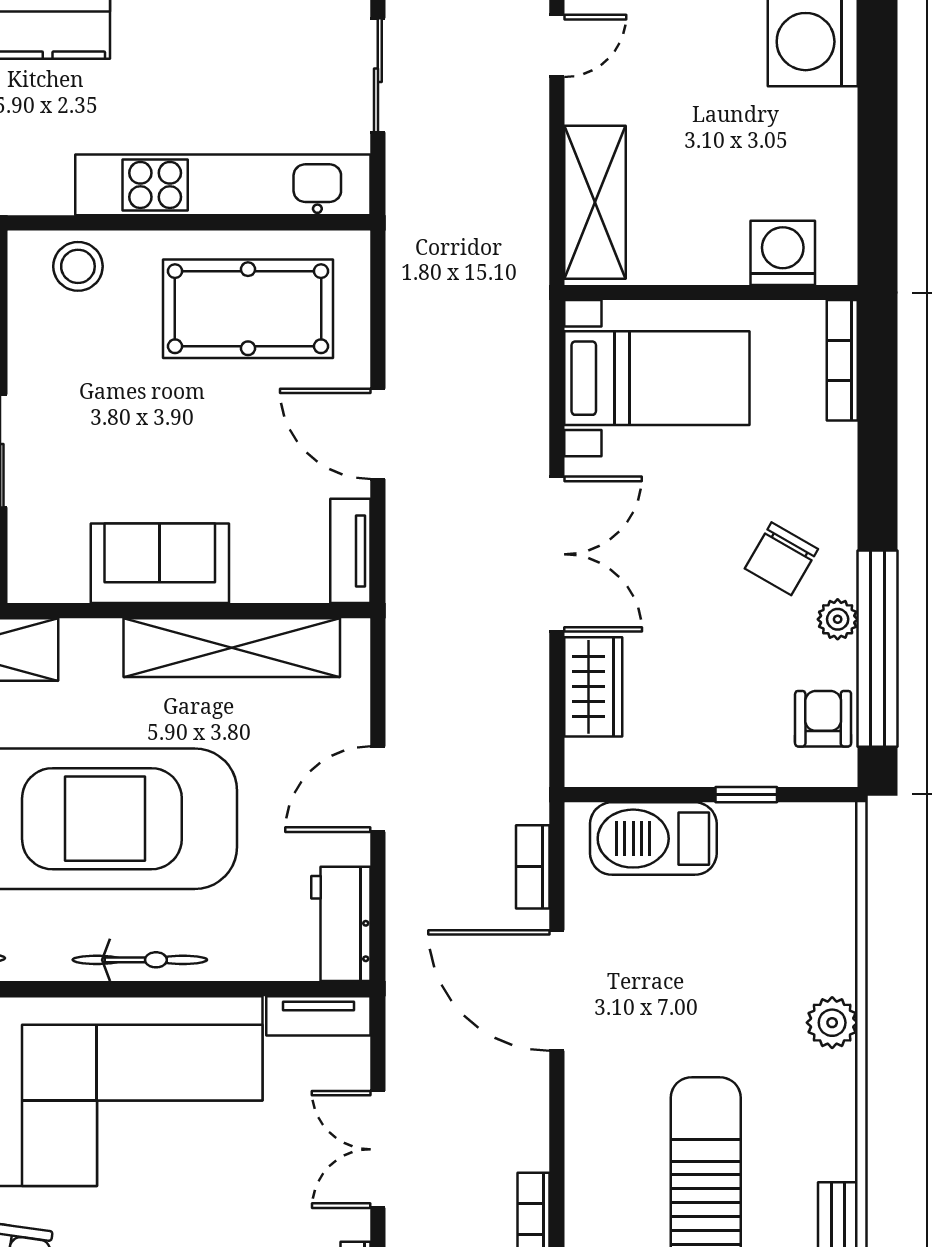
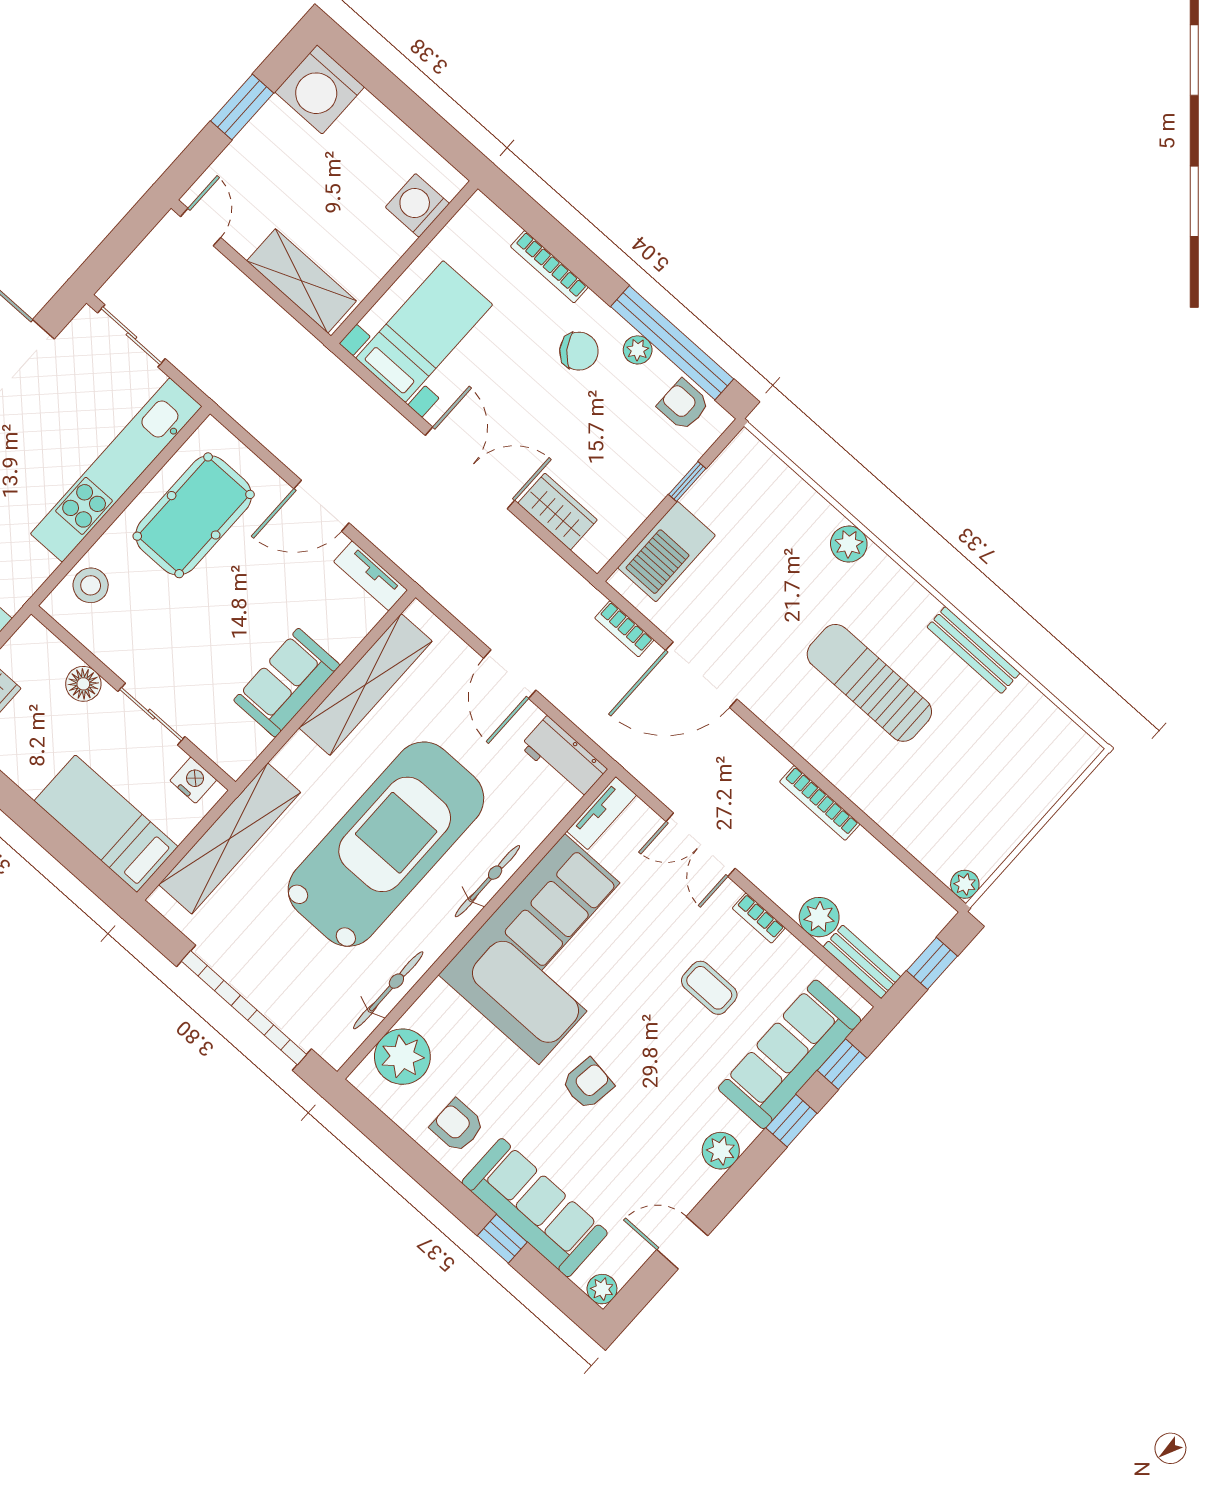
bookcase: (842, 360) -> (549, 267), moved
chair: (781, 559) -> (579, 351), turned -66

